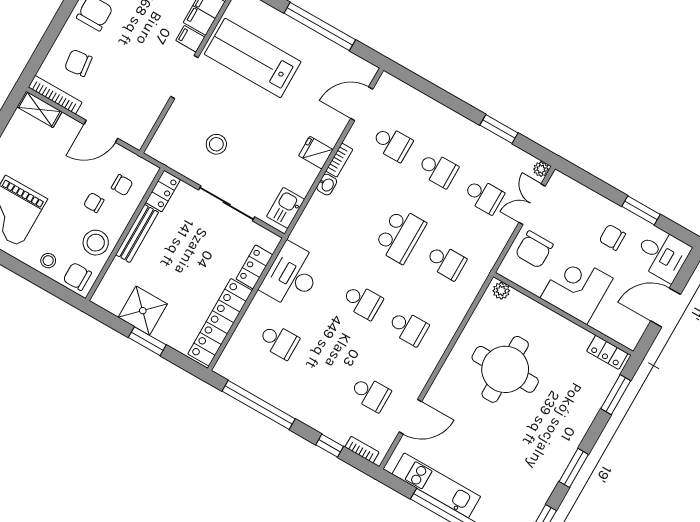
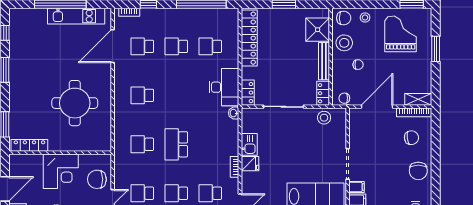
door: (101, 131) -> (377, 107), width x1.36
stool: (216, 144) -> (324, 118), moved
chair: (122, 185) -> (344, 98), moved
washbasin: (327, 185) -> (234, 113), moved
kitchen sink: (286, 208) -> (249, 144), moved
chair: (534, 250) -> (97, 179), turned -90
locker: (254, 267) -> (248, 93), moved
plant: (501, 291) -> (102, 146), removed
school desk: (362, 301) -> (176, 46), moved
shower: (143, 311) -> (318, 30), moved
locker: (607, 352) -> (29, 145), width x1.53
door: (410, 417) -> (113, 46), width x1.36

